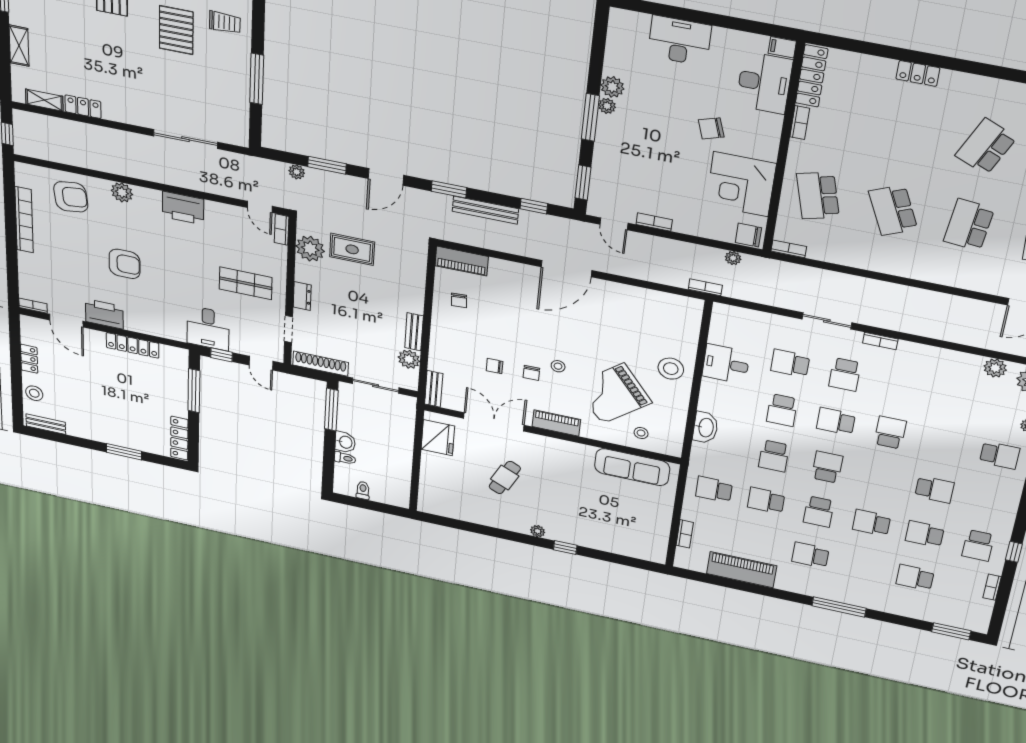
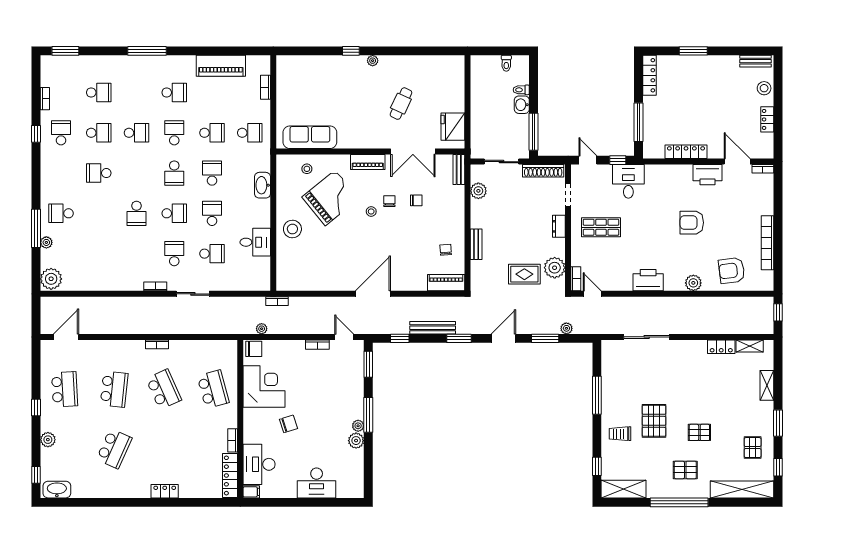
bookcase: (789, 249) -> (157, 344), moved
bench: (414, 332) -> (476, 244), moved
plant: (995, 368) -> (77, 283), removed

